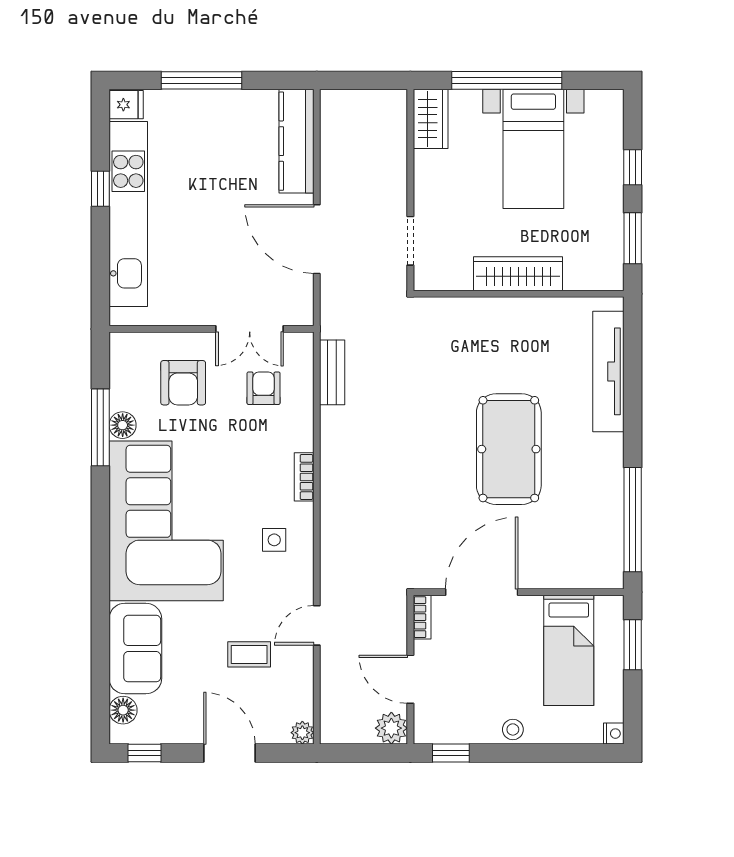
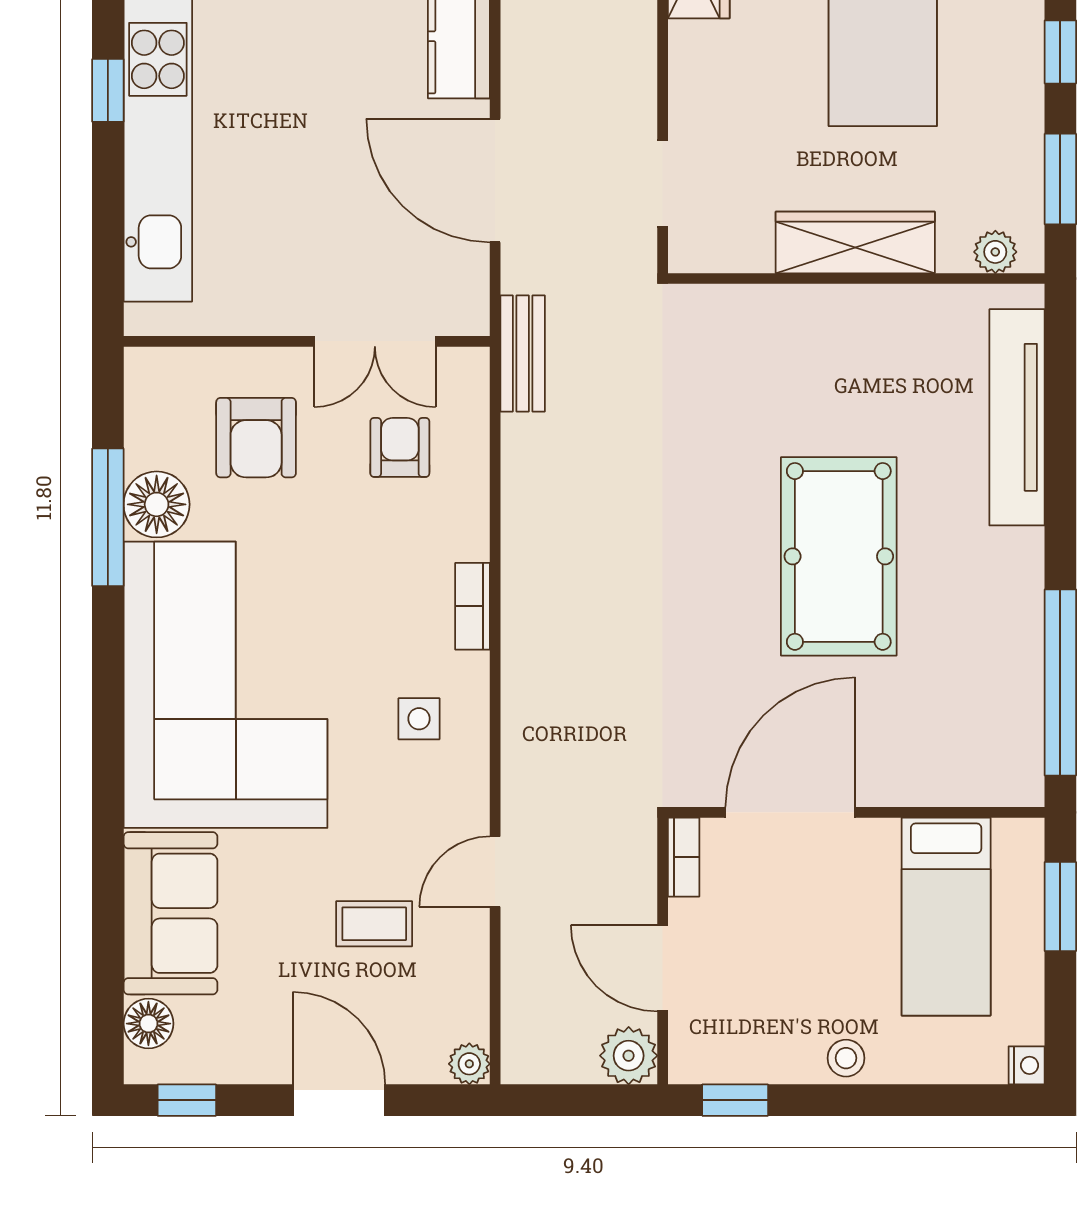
plant: (596, 279) -> (995, 252), added
bench: (332, 372) -> (523, 353), moved
floor lamp: (123, 425) -> (157, 504), width x1.38, depth x1.38

